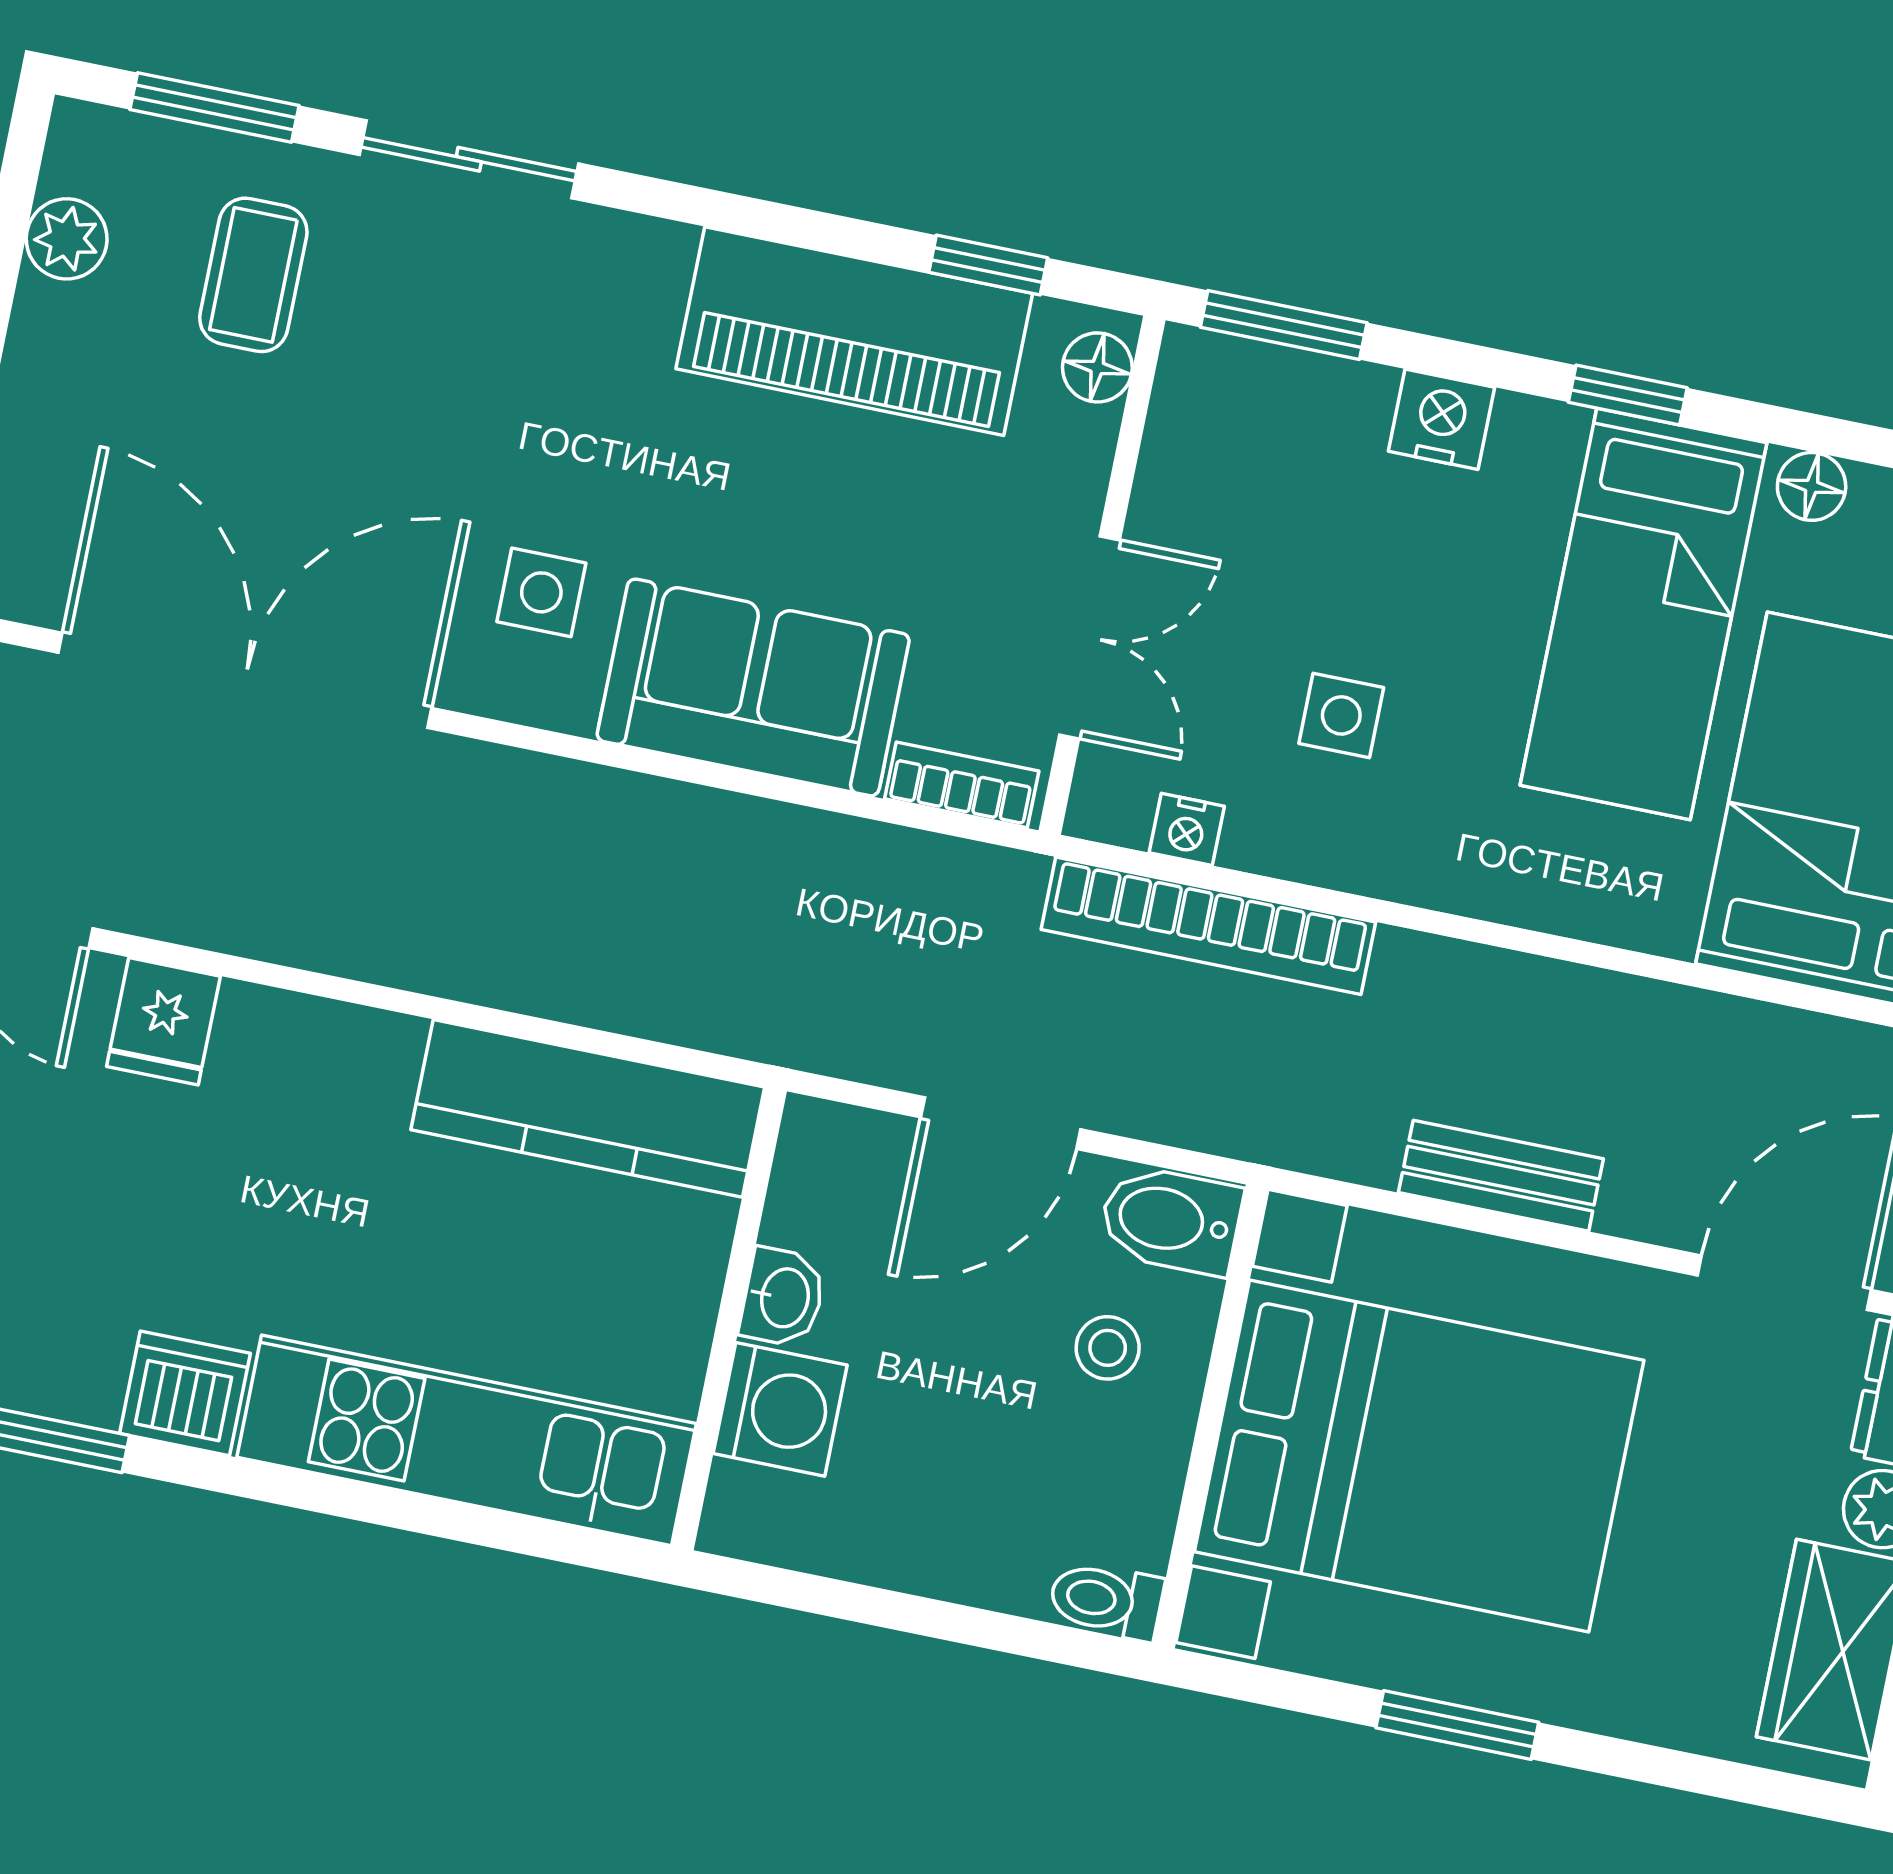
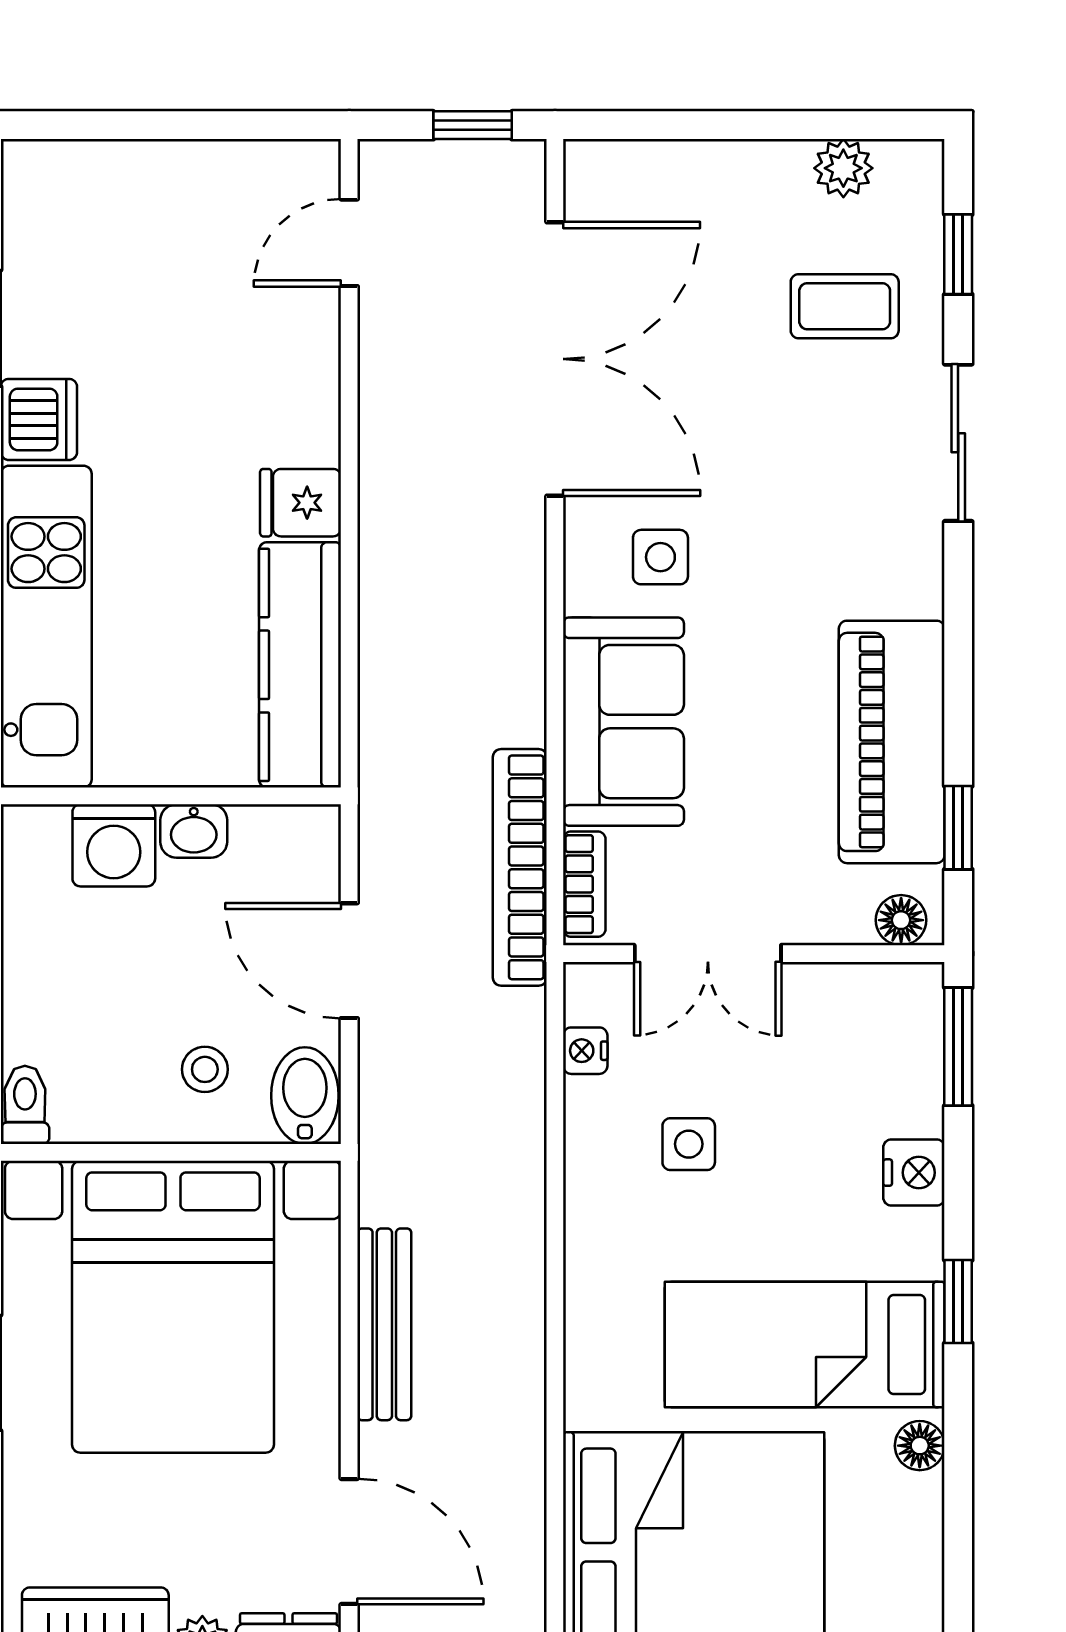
window: (214, 107) -> (958, 254), width x0.67
bookcase: (1208, 926) -> (520, 867), moved
fridge: (163, 1021) -> (301, 503), moved
bench: (1501, 1176) -> (384, 1324), width x1.36

